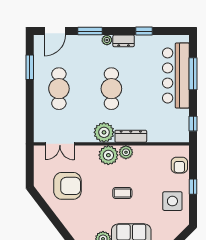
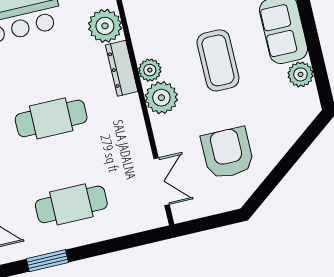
plant: (104, 132) -> (105, 26), moved
coffee table: (122, 193) -> (218, 60), width x1.86, depth x1.72

